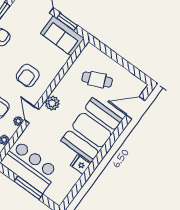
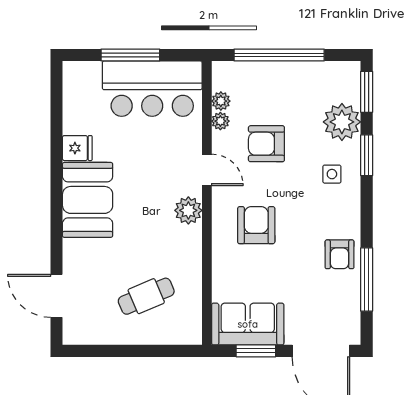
door: (135, 108) -> (57, 296), swing flipped
plant: (18, 121) -> (220, 121), moved
booth: (92, 130) -> (88, 200), width x0.73, depth x0.70

